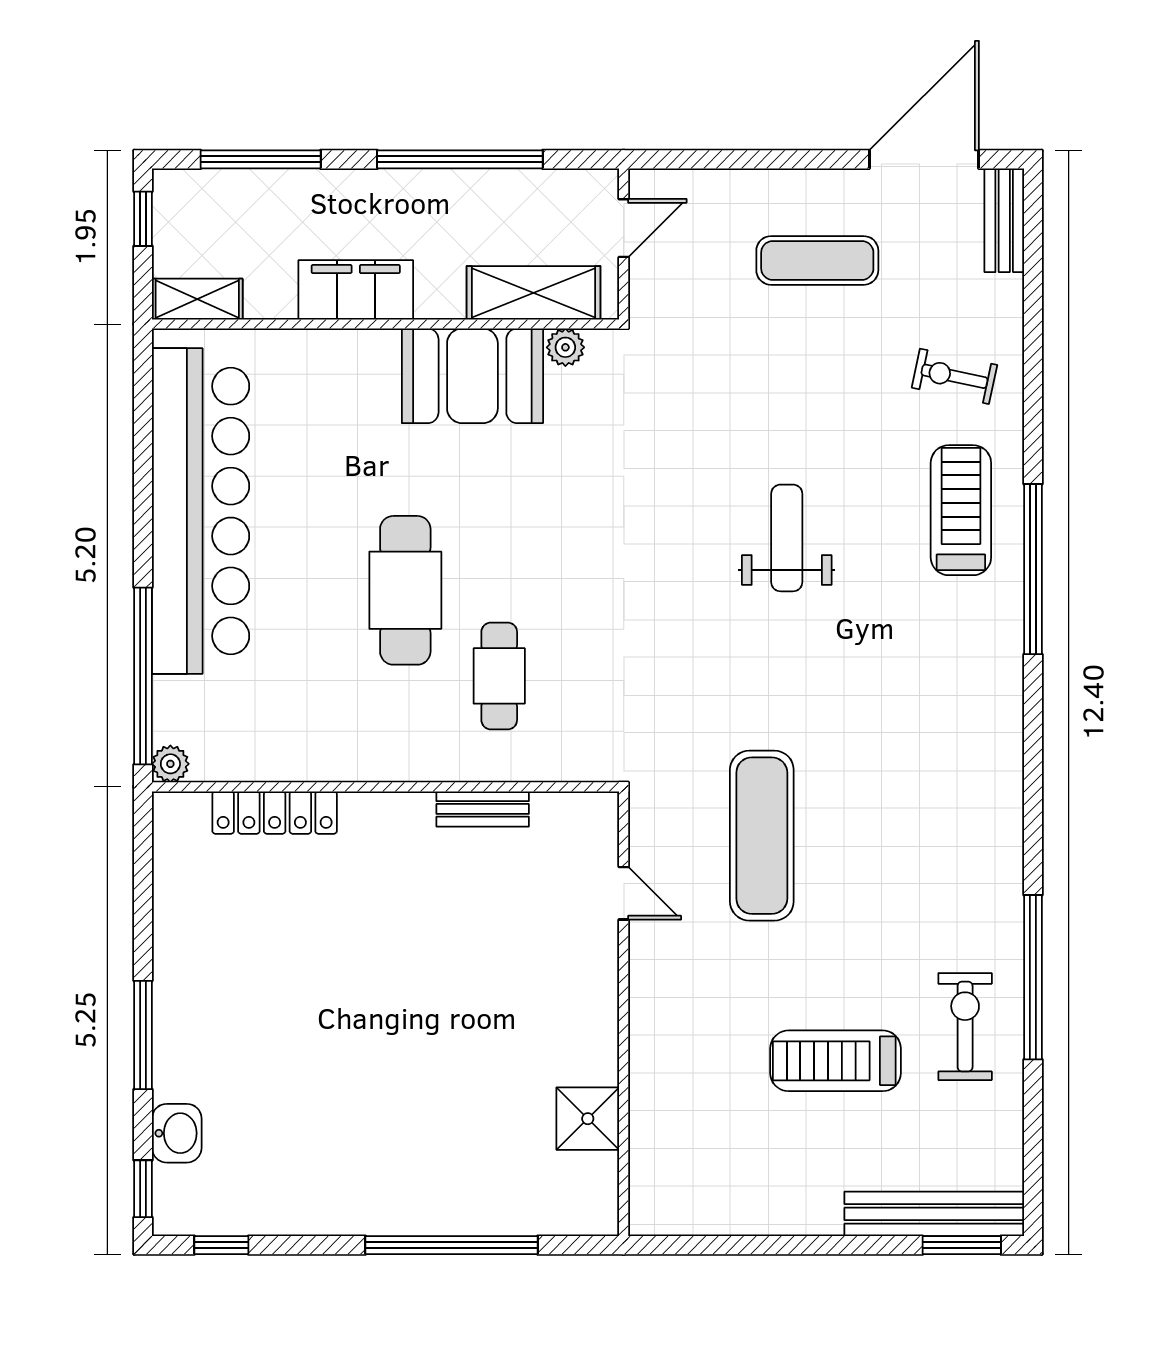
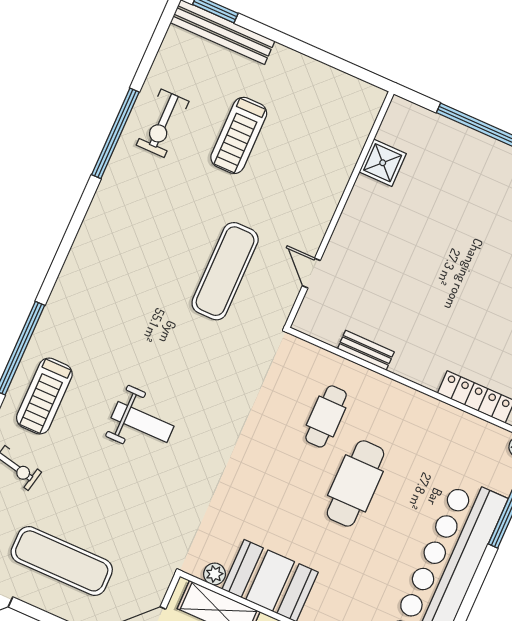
exercise mat: (817, 260) -> (62, 561), width x1.36, depth x1.45
weight bench: (787, 538) -> (142, 422), turned -90
treadmill: (836, 1061) -> (239, 135), turned 90

